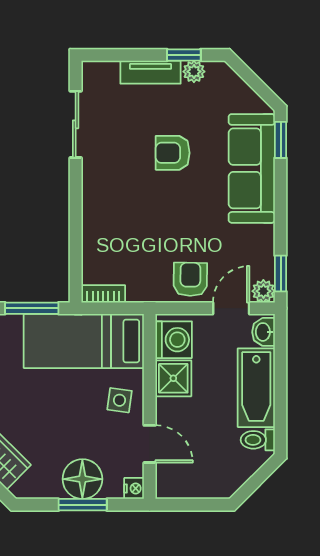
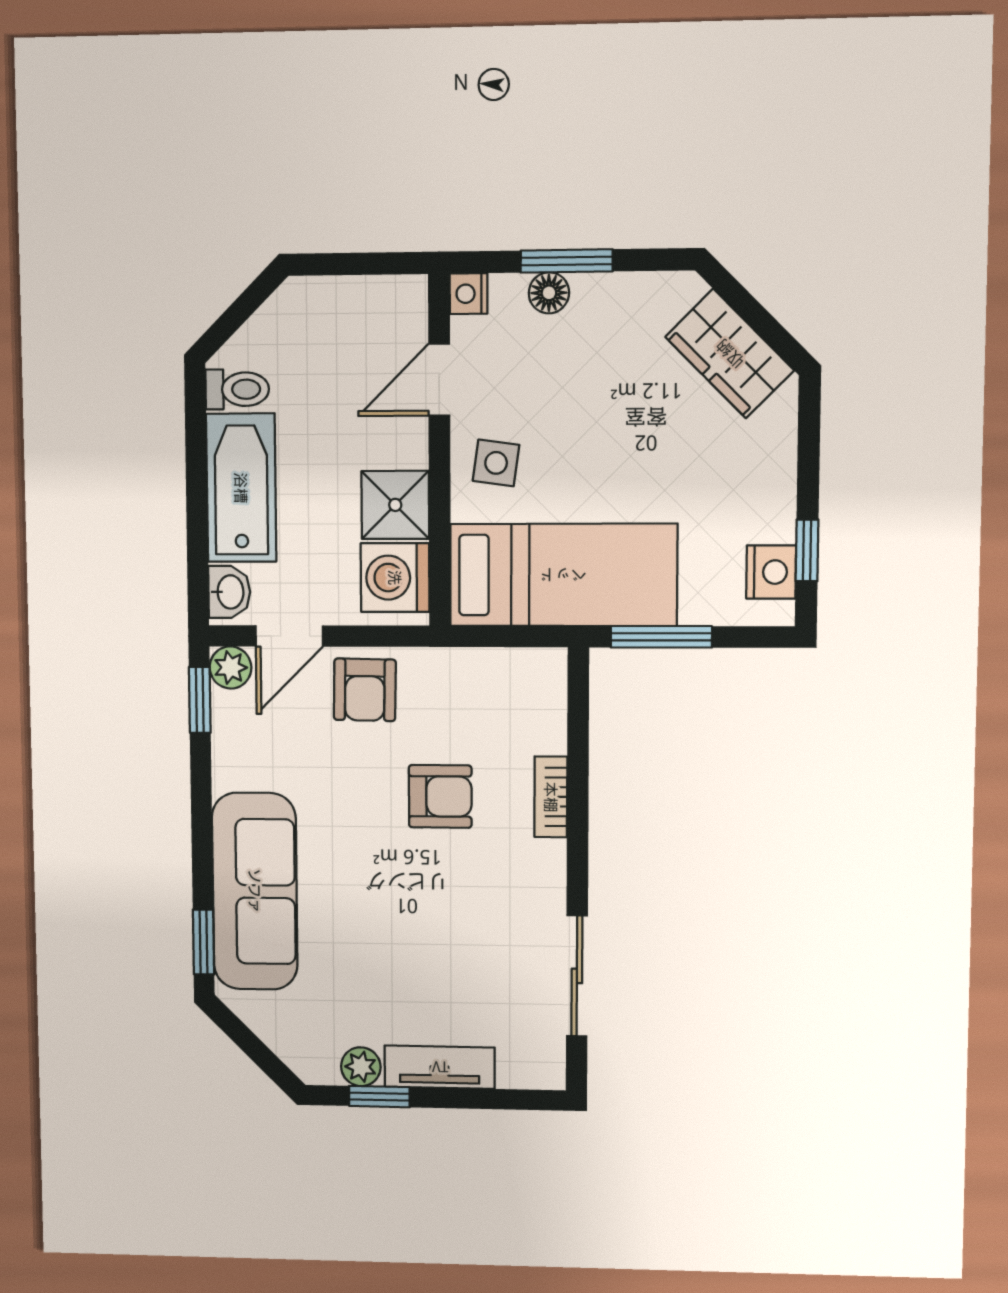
armchair: (173, 153) -> (440, 796), moved
bookcase: (103, 294) -> (551, 797), moved, turned 90
door: (150, 444) -> (439, 380), hinge flipped
floor lamp: (82, 479) -> (549, 293), width x0.53, depth x0.53

